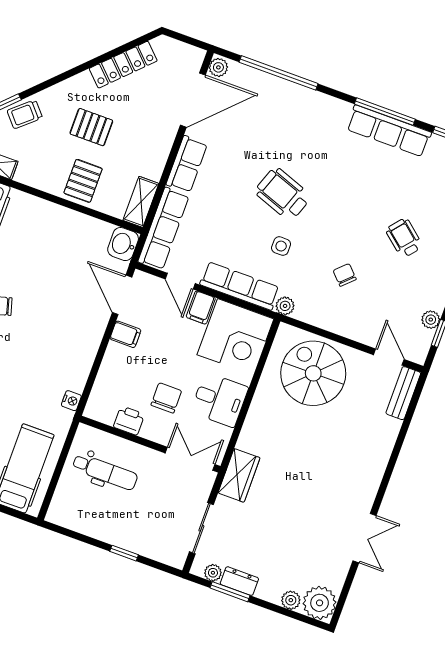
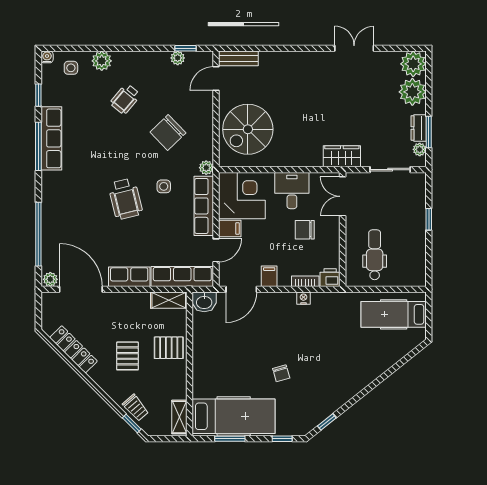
wheelchair: (283, 194) -> (125, 199), turned -34
chair: (345, 275) -> (168, 132), width x1.87, depth x1.87
bookcase: (104, 376) -> (305, 281), added
nightstand: (71, 401) -> (303, 298), moved
printer: (129, 420) -> (330, 278), moved, turned 90
plant: (291, 600) -> (412, 92), width x1.87, depth x1.87

